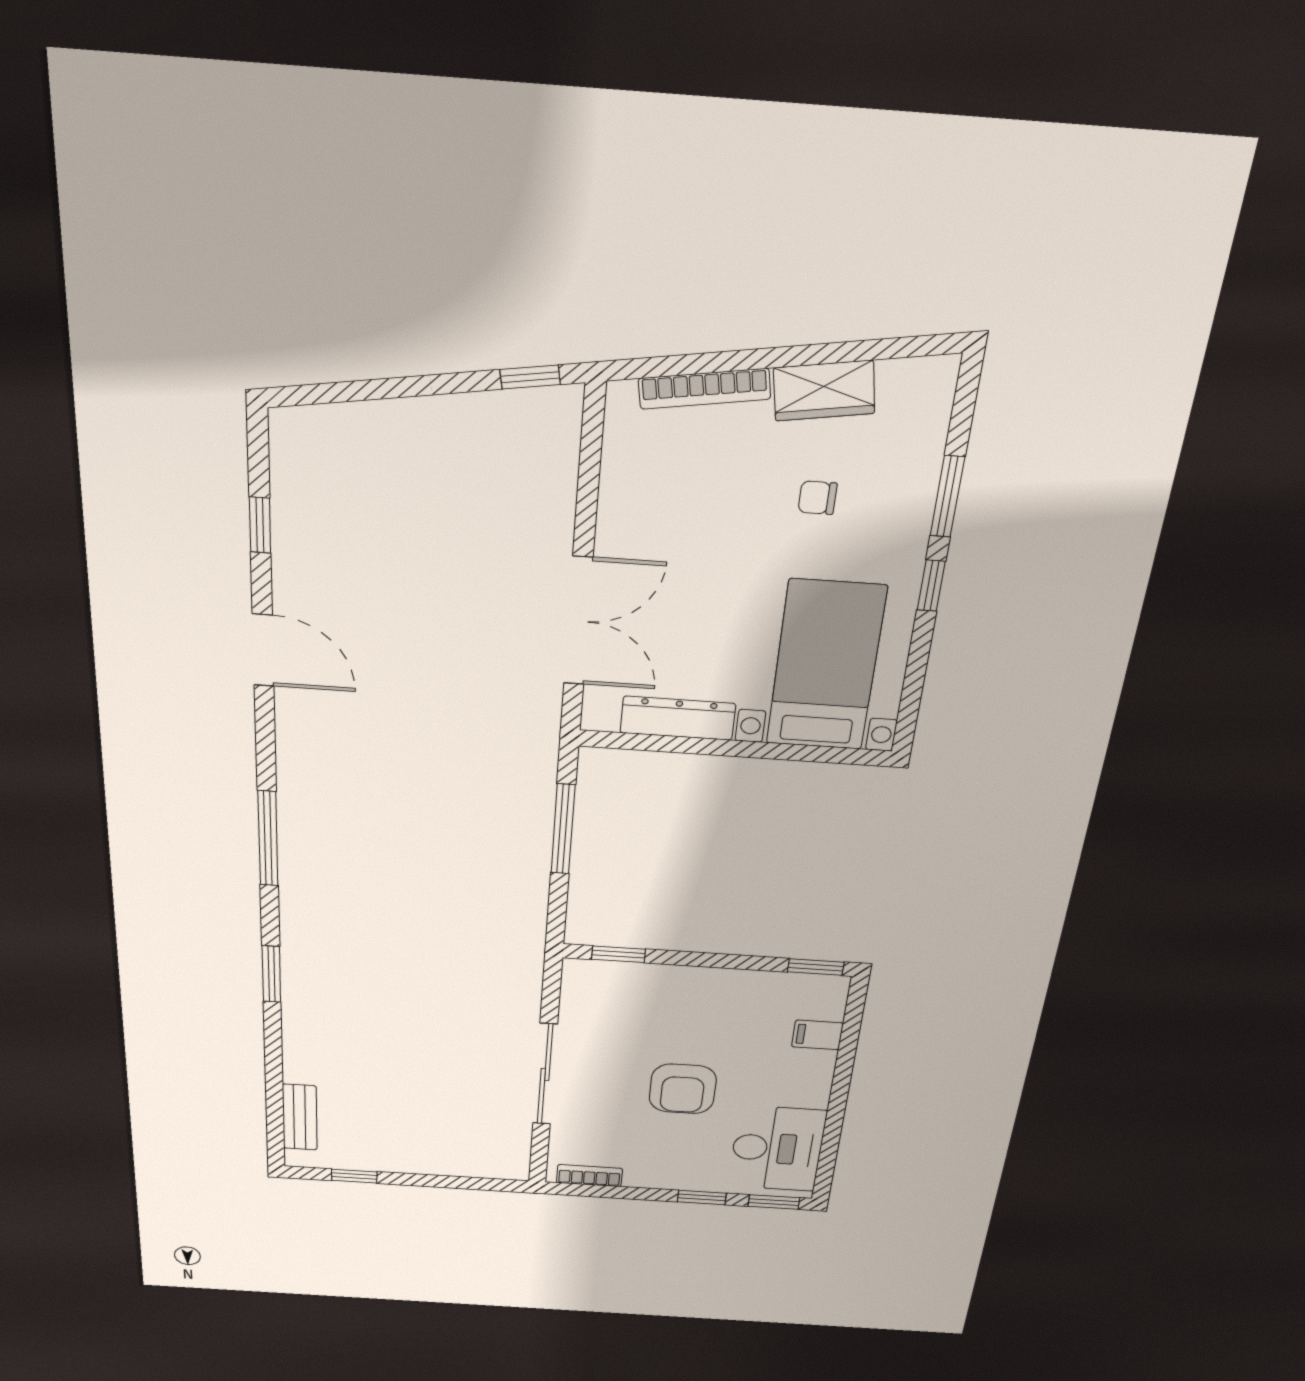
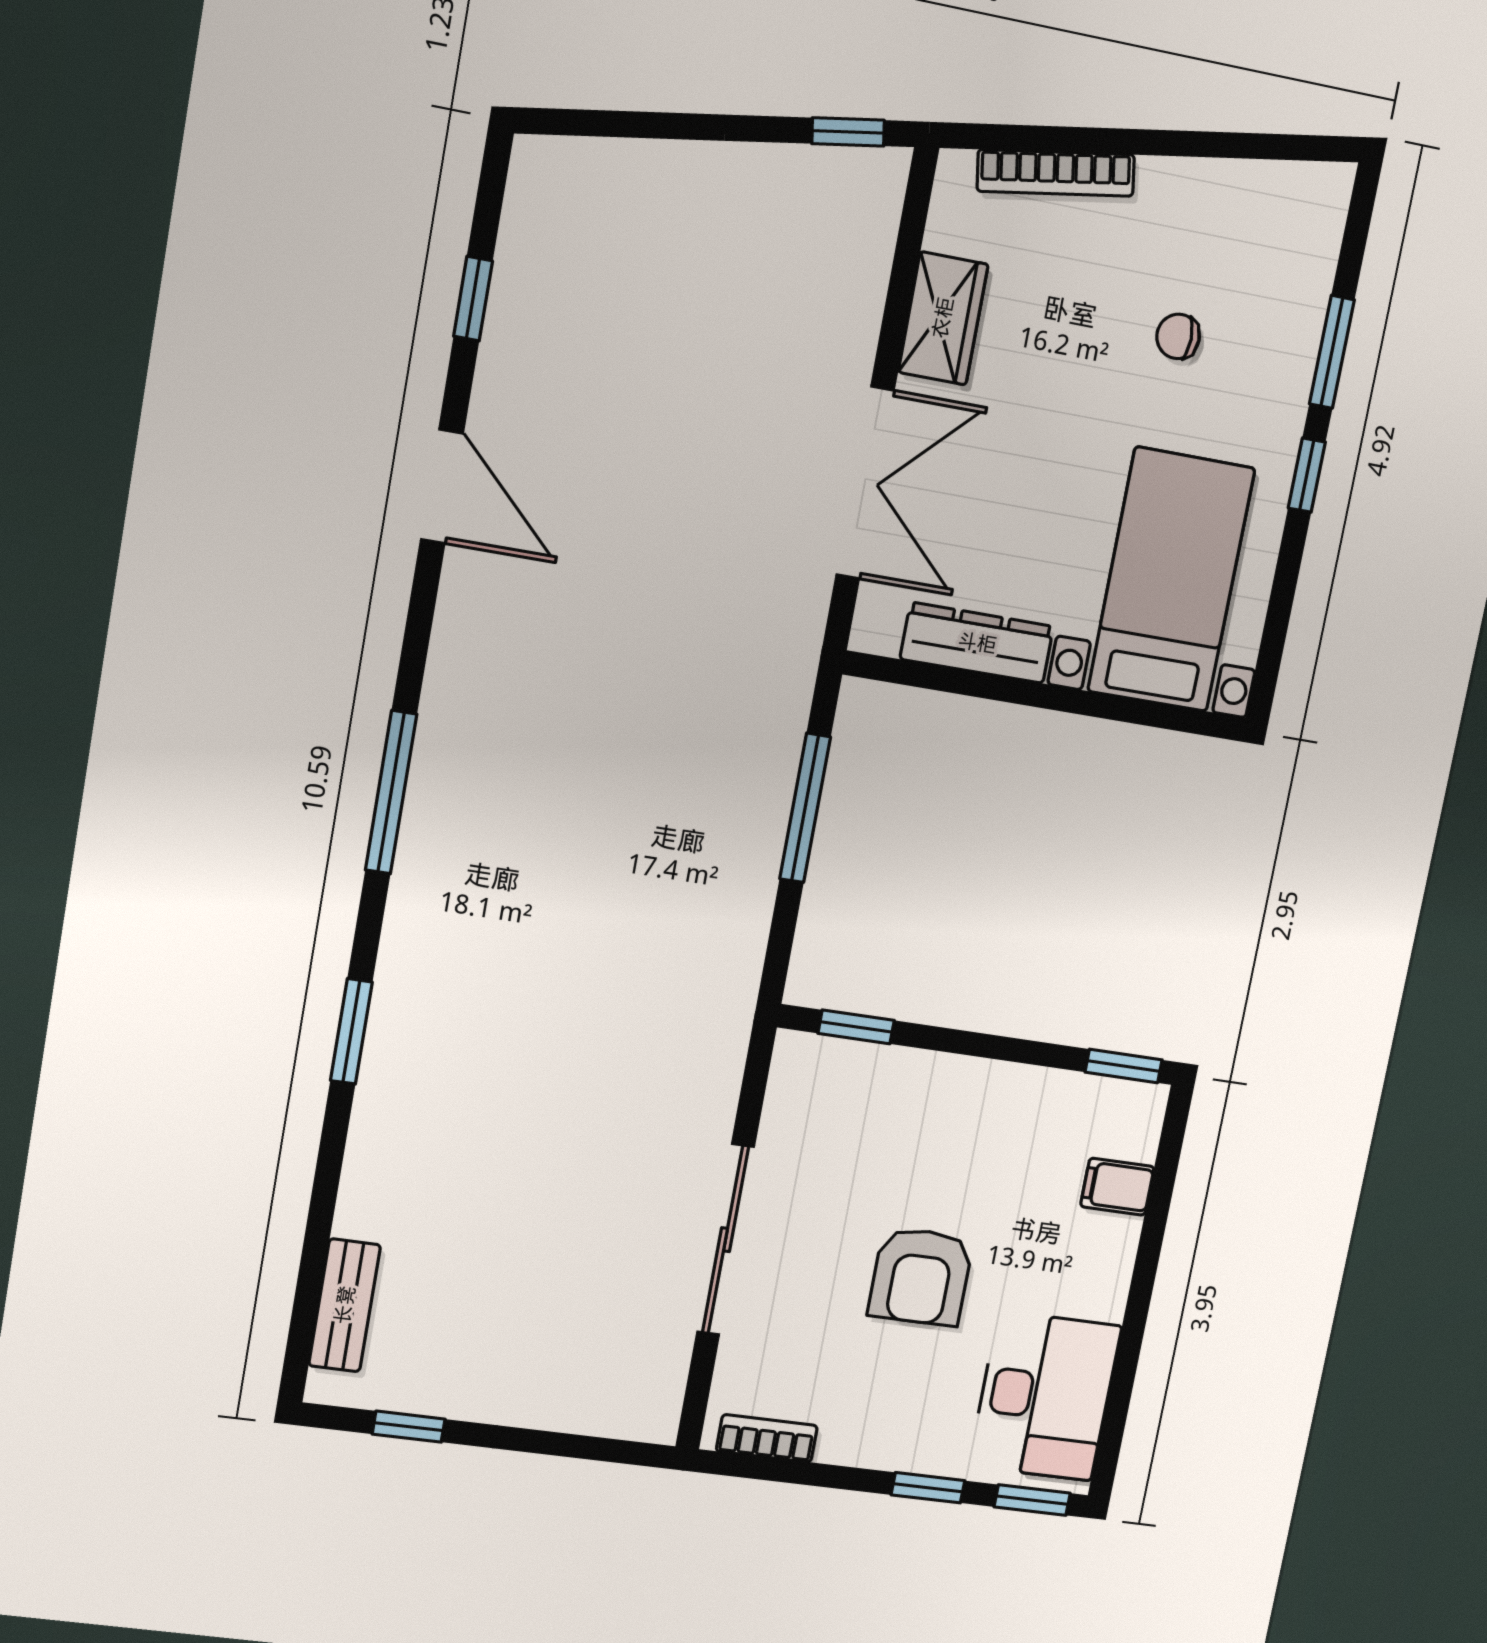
wardrobe: (824, 391) -> (943, 318), moved, turned -81

